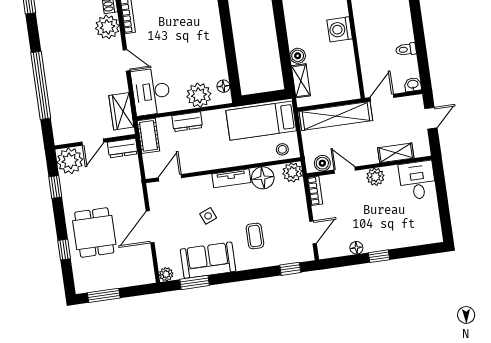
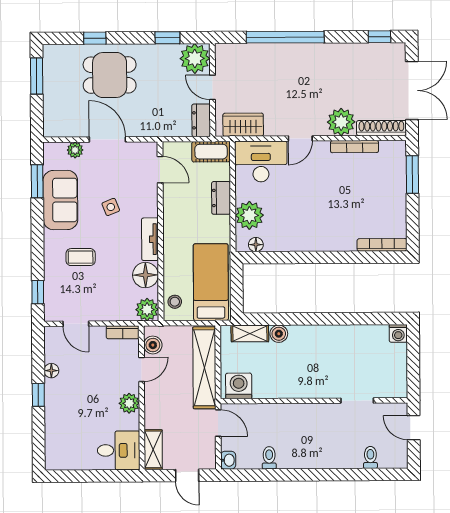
washing machine: (340, 29) -> (239, 386), moved
shelving: (396, 153) -> (153, 449), moved
plant: (166, 274) -> (75, 150), moved

